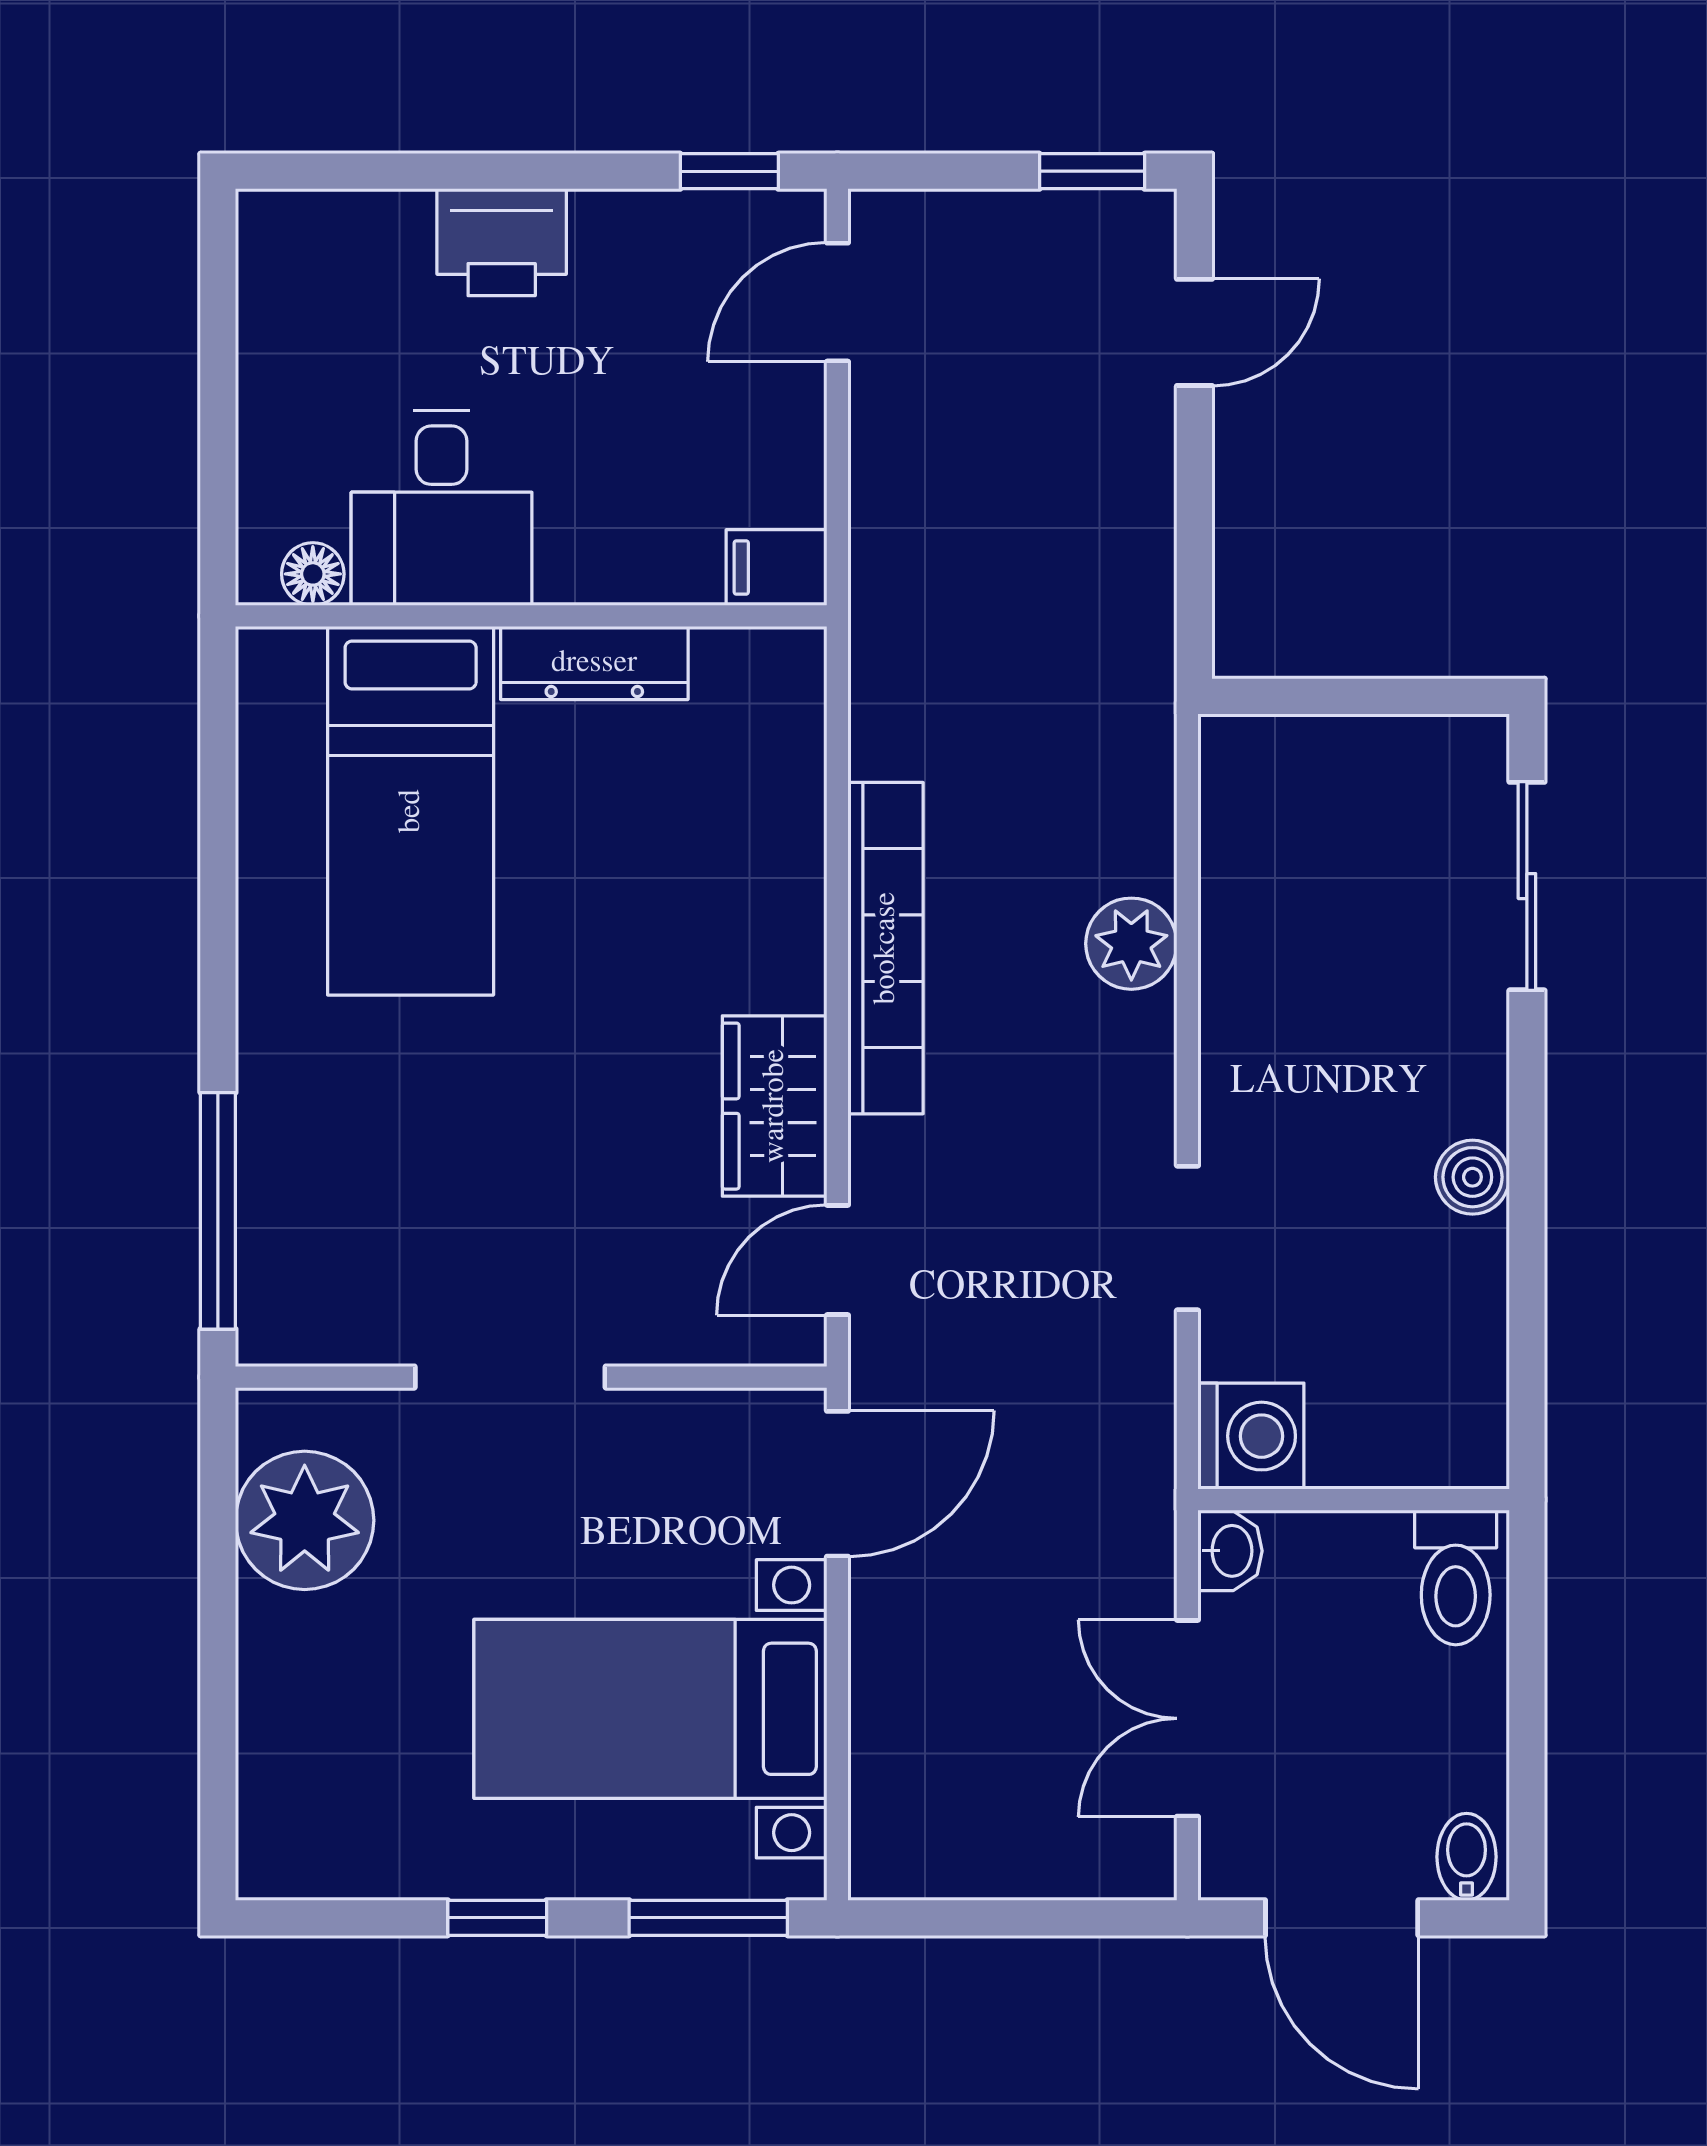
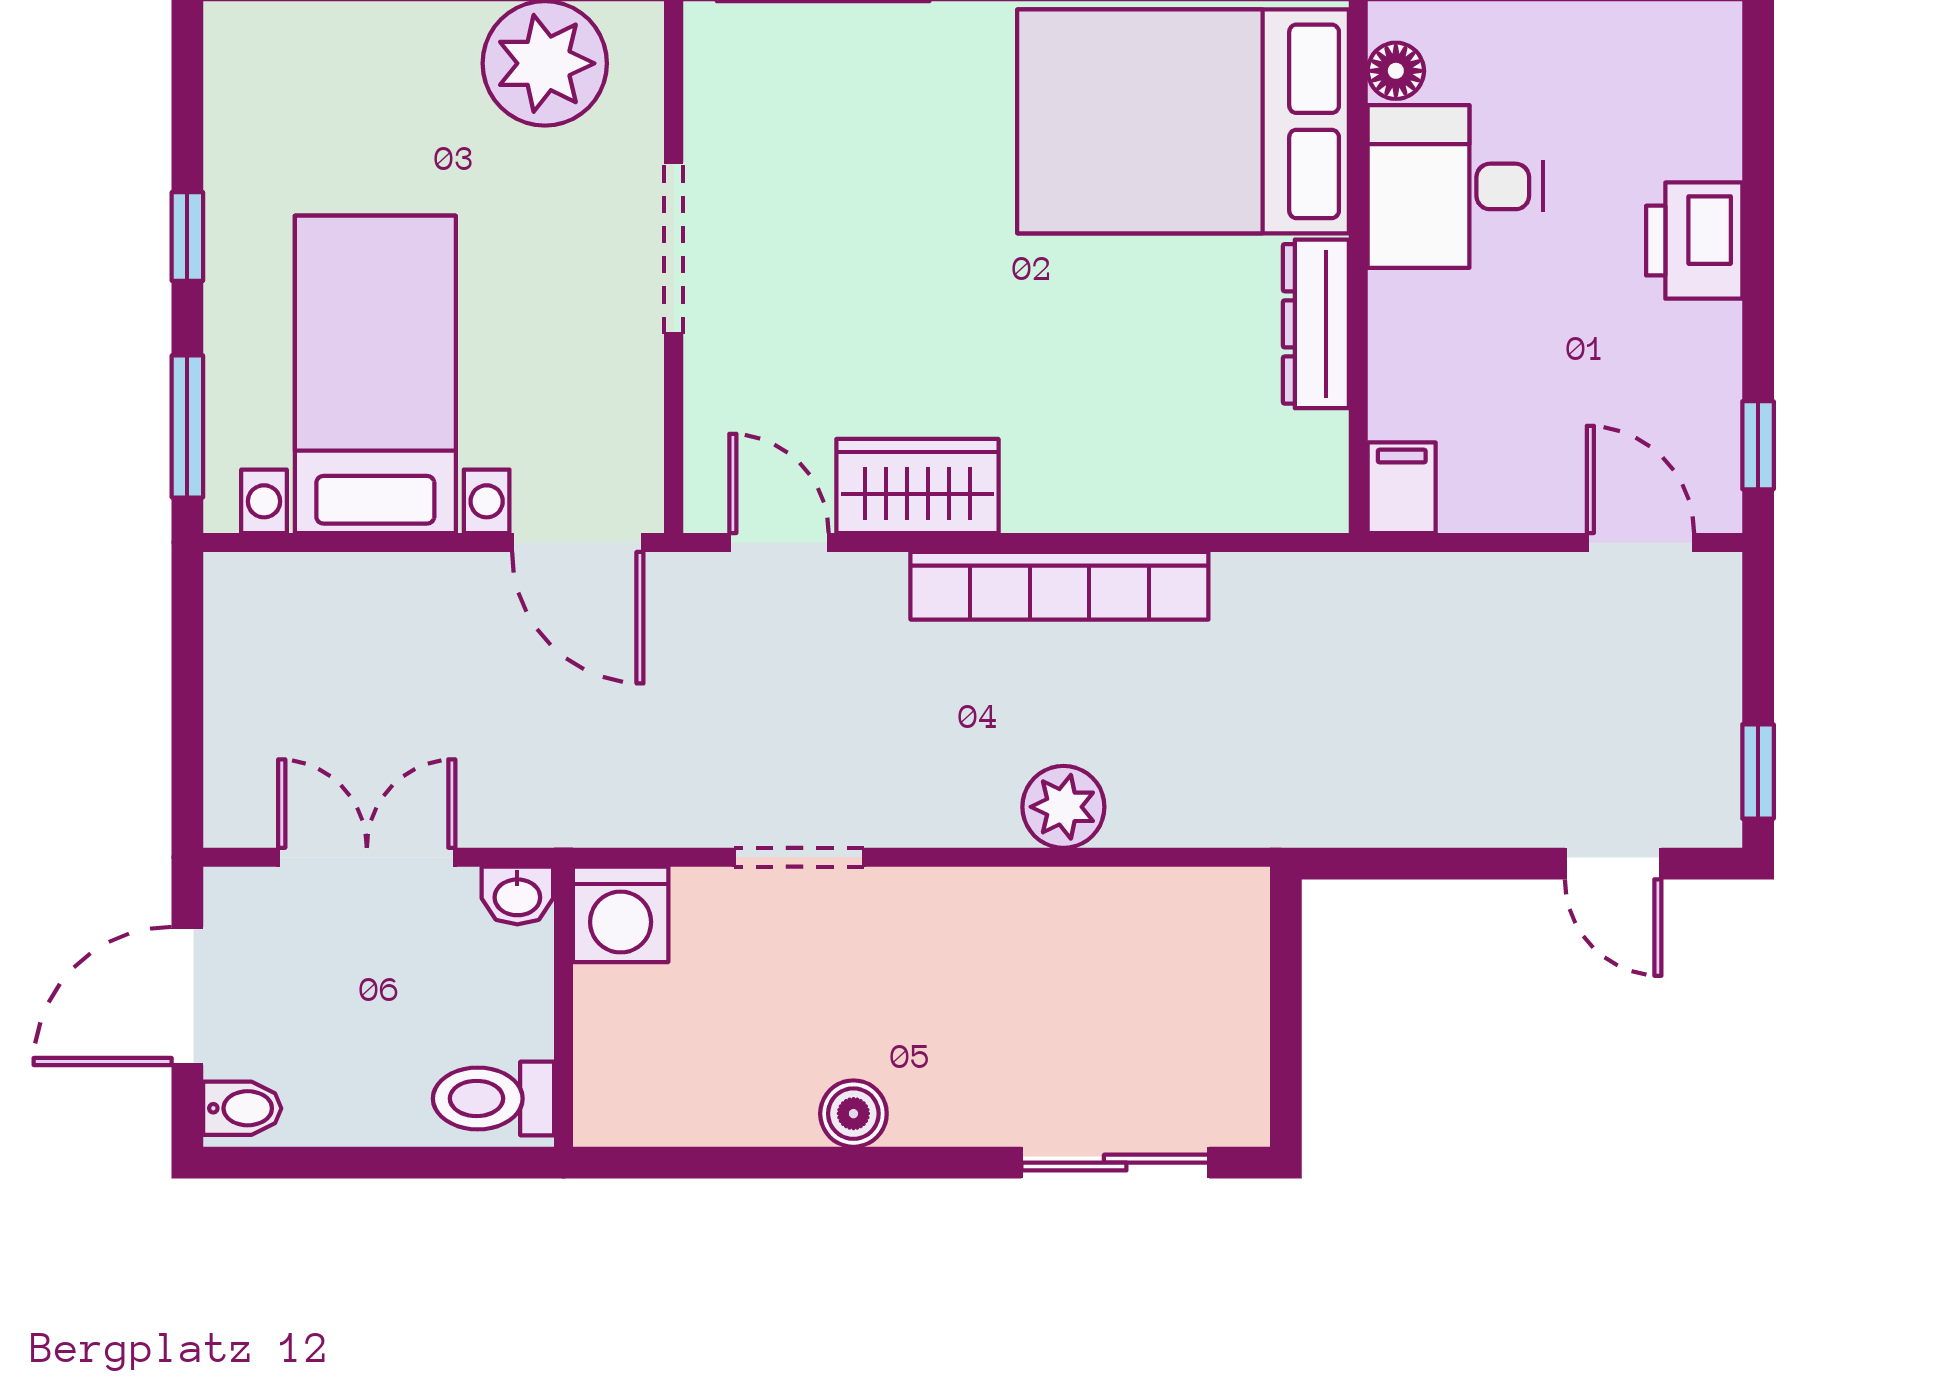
bed: (411, 811) -> (1183, 121), width x1.50

